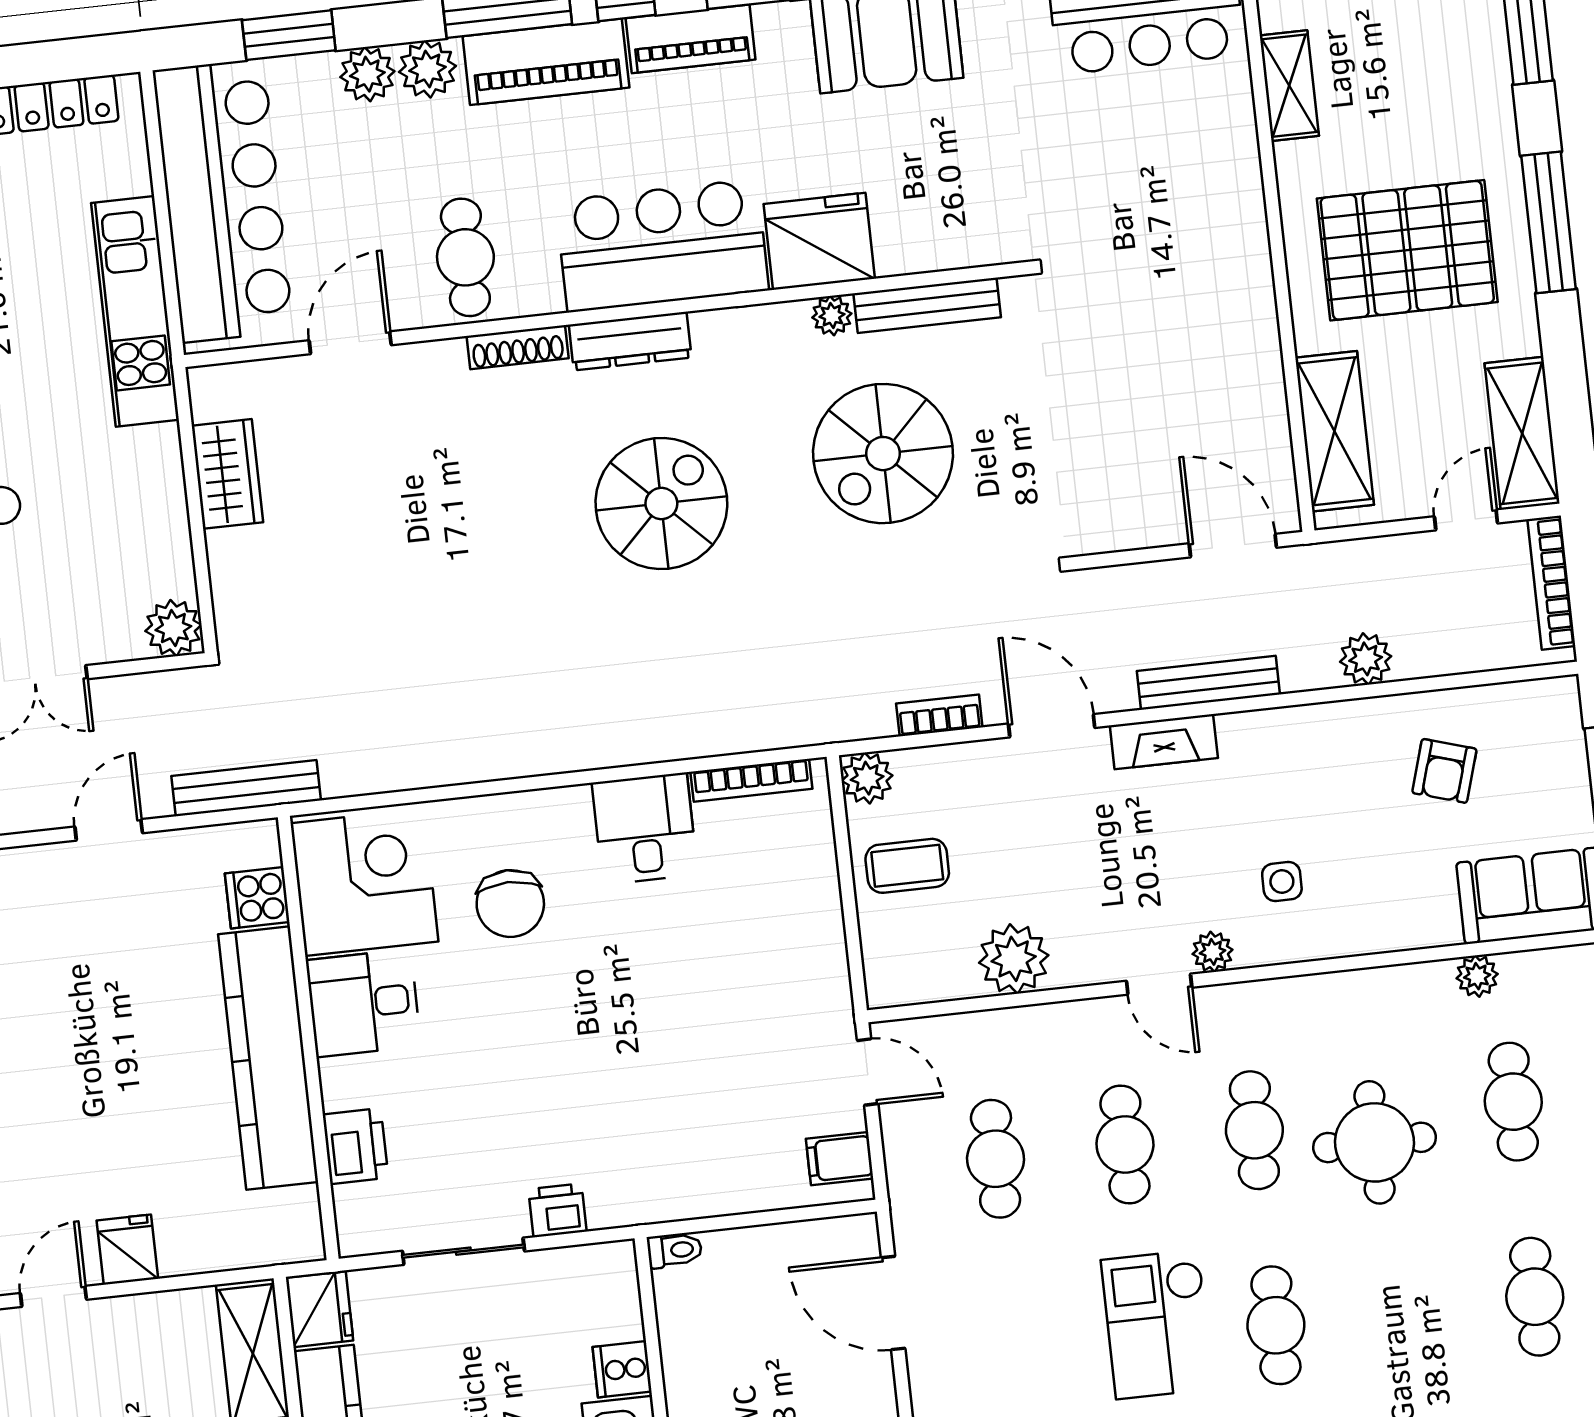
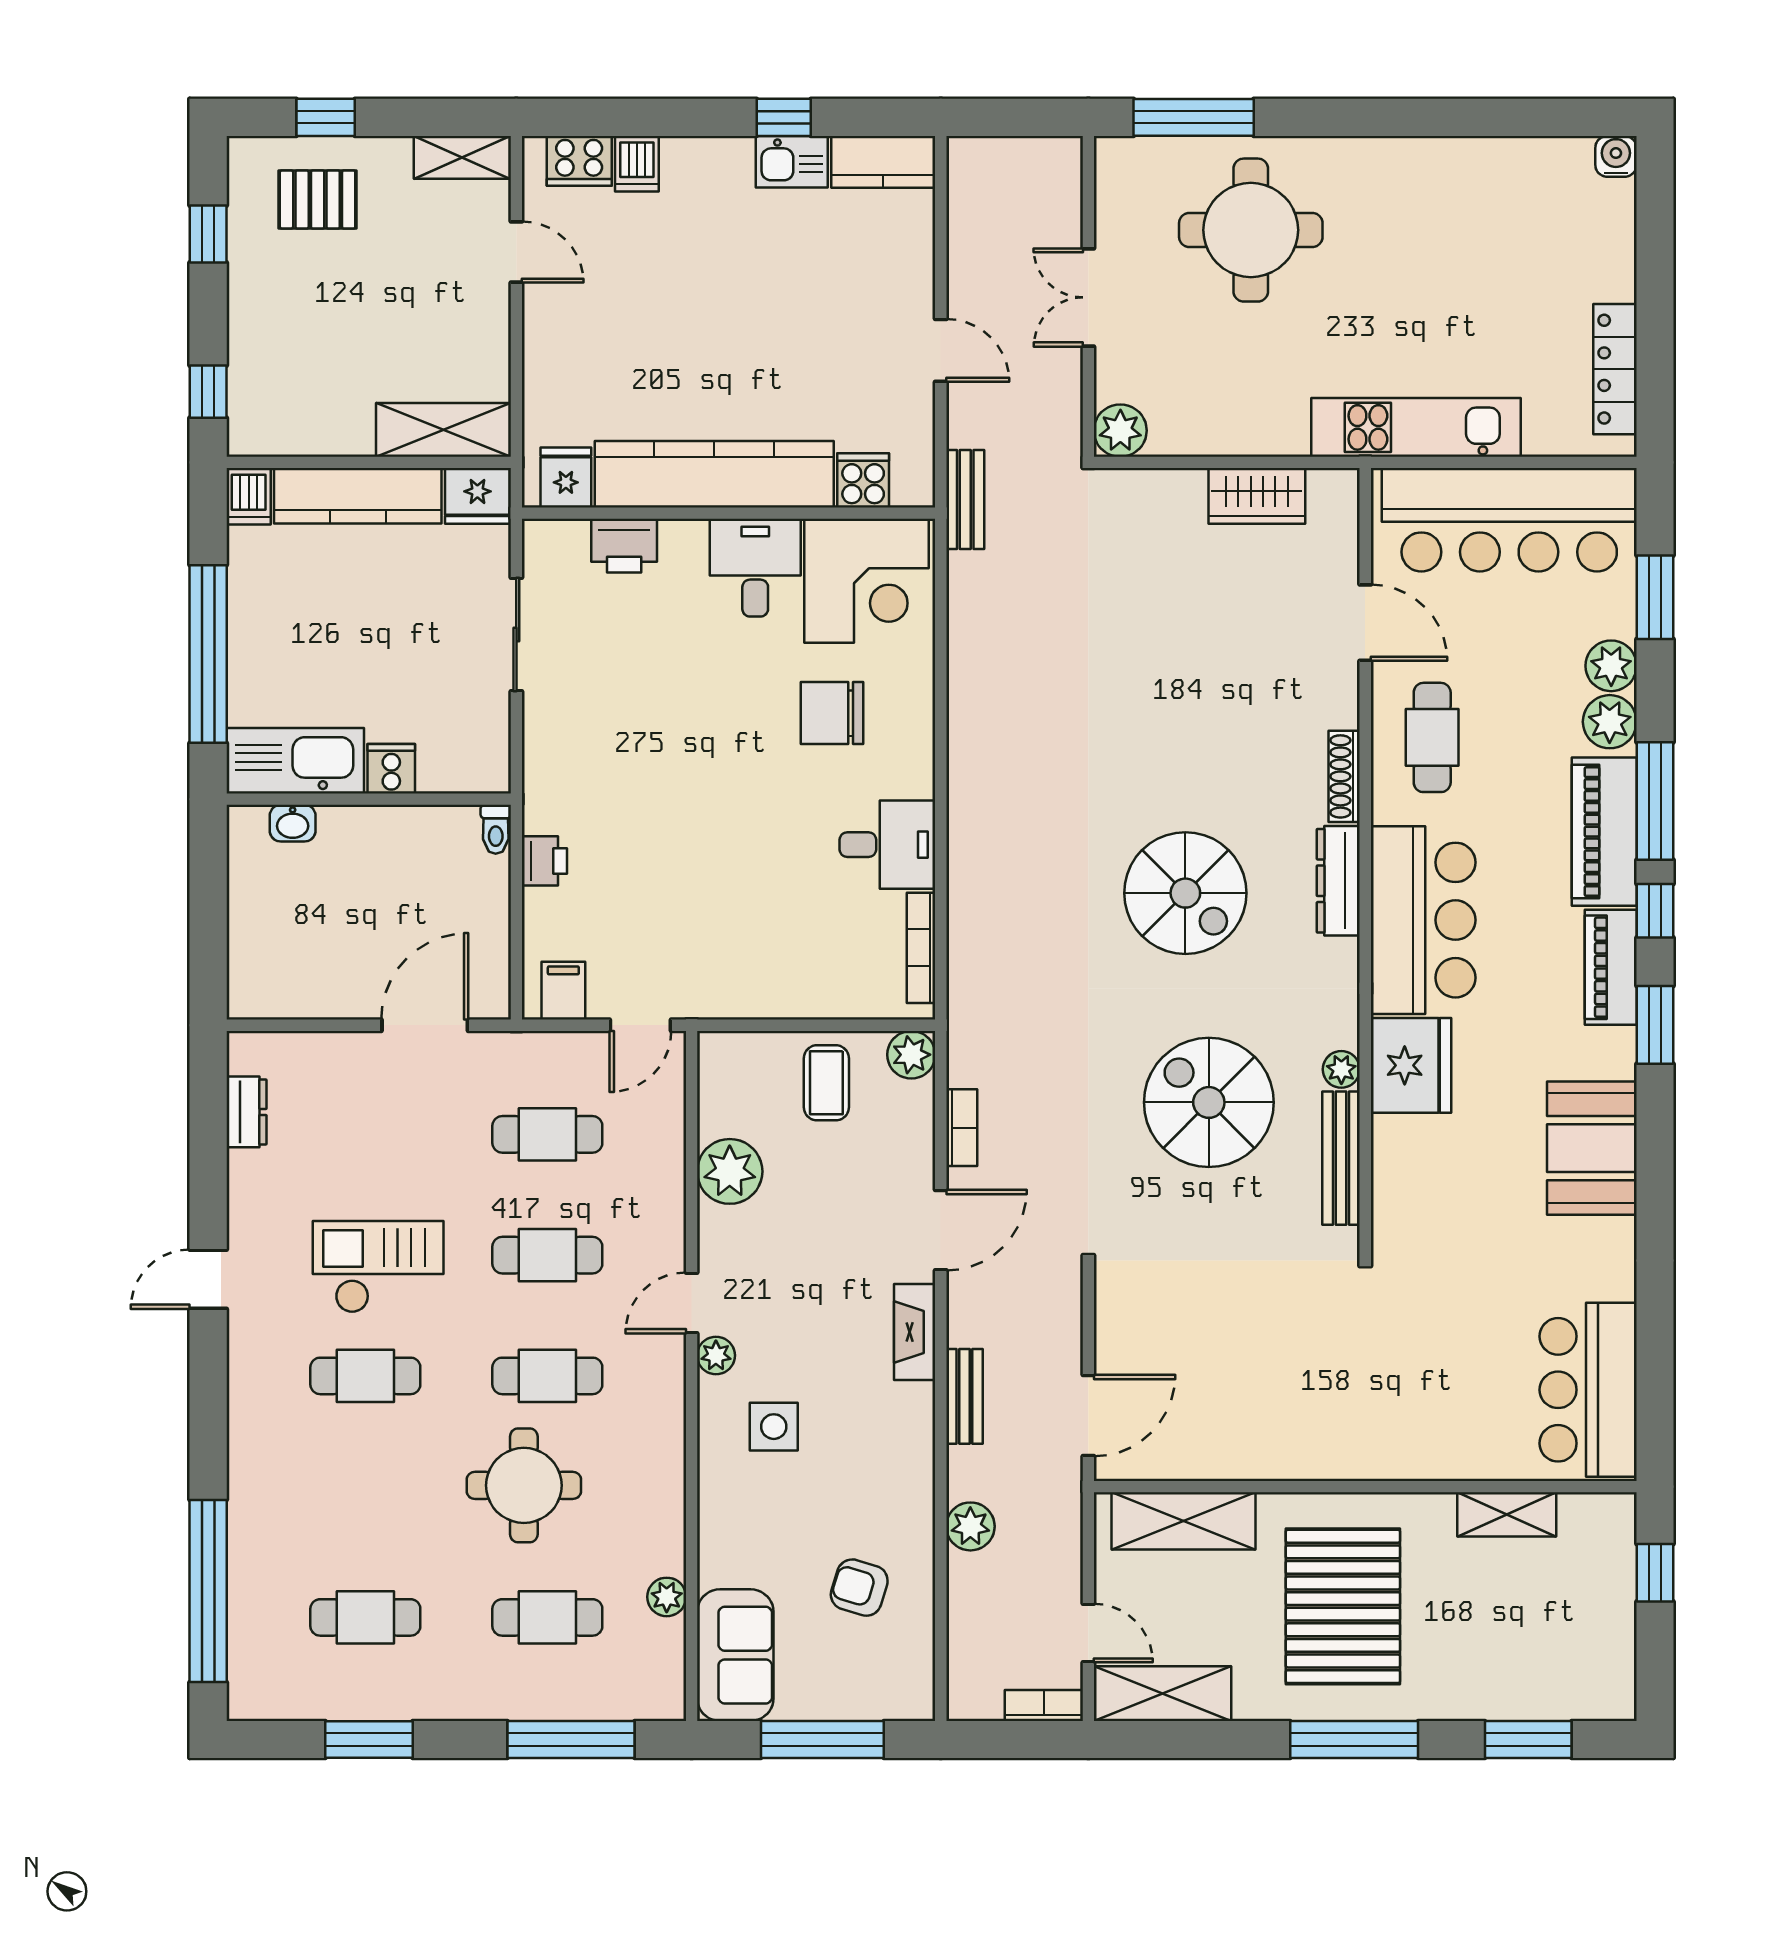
cafe table: (465, 257) -> (1432, 737), turned 90
bookcase: (1551, 583) -> (1044, 1705), width x0.64
bench: (1208, 683) -> (964, 1396), width x0.73
bench: (246, 788) -> (965, 499), width x0.73
side table: (1282, 882) -> (774, 1427), width x1.37, depth x1.37
printer: (558, 1210) -> (544, 861), moved
fridge: (127, 1250) -> (566, 478), moved, turned -90

